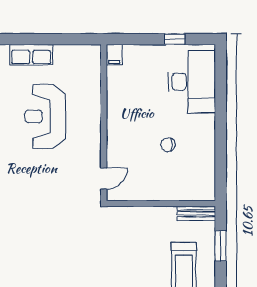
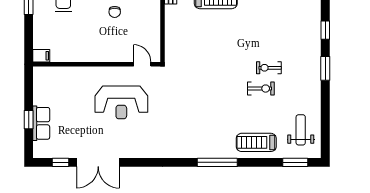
window: (36, 39) -> (29, 120), added
reception desk: (45, 116) -> (121, 102), moved

